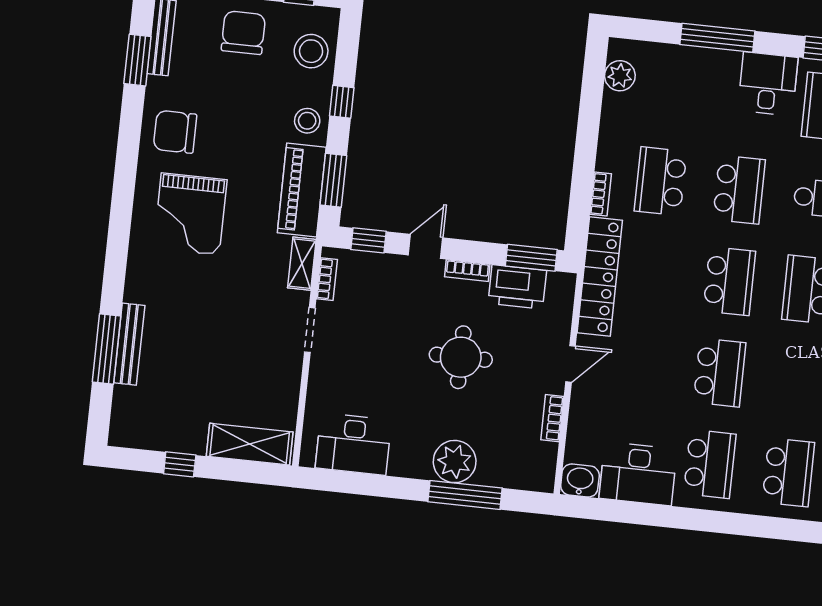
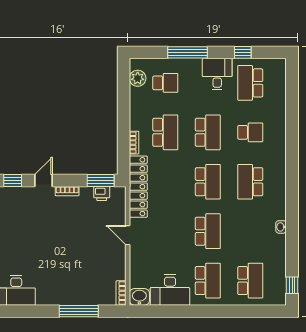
school desk: (670, 90) -> (165, 83), added
school desk: (661, 181) -> (165, 132), turned 180
printer: (517, 287) -> (102, 194), width x0.53, depth x0.68
round table: (461, 357) -> (69, 238), removed
door: (571, 364) -> (128, 235), swing flipped
bookcase: (552, 418) -> (121, 293), moved
plant: (455, 462) -> (71, 294), removed

